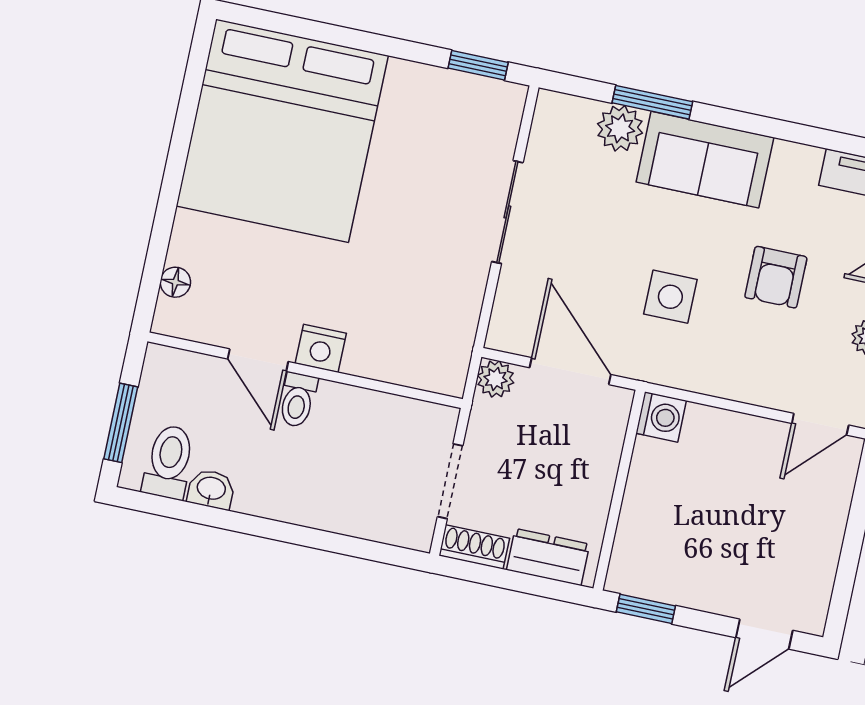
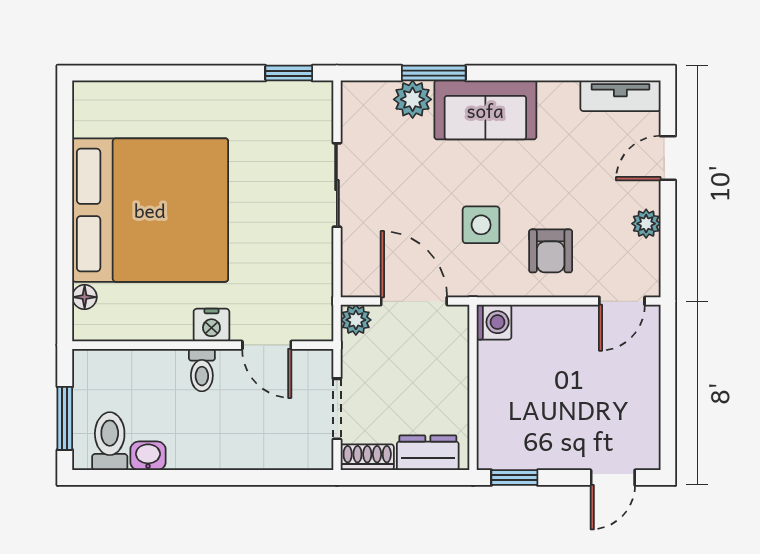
bed: (282, 131) -> (150, 210), moved, turned -90
armchair: (776, 277) -> (551, 251), moved
door: (258, 360) -> (267, 345), moved

